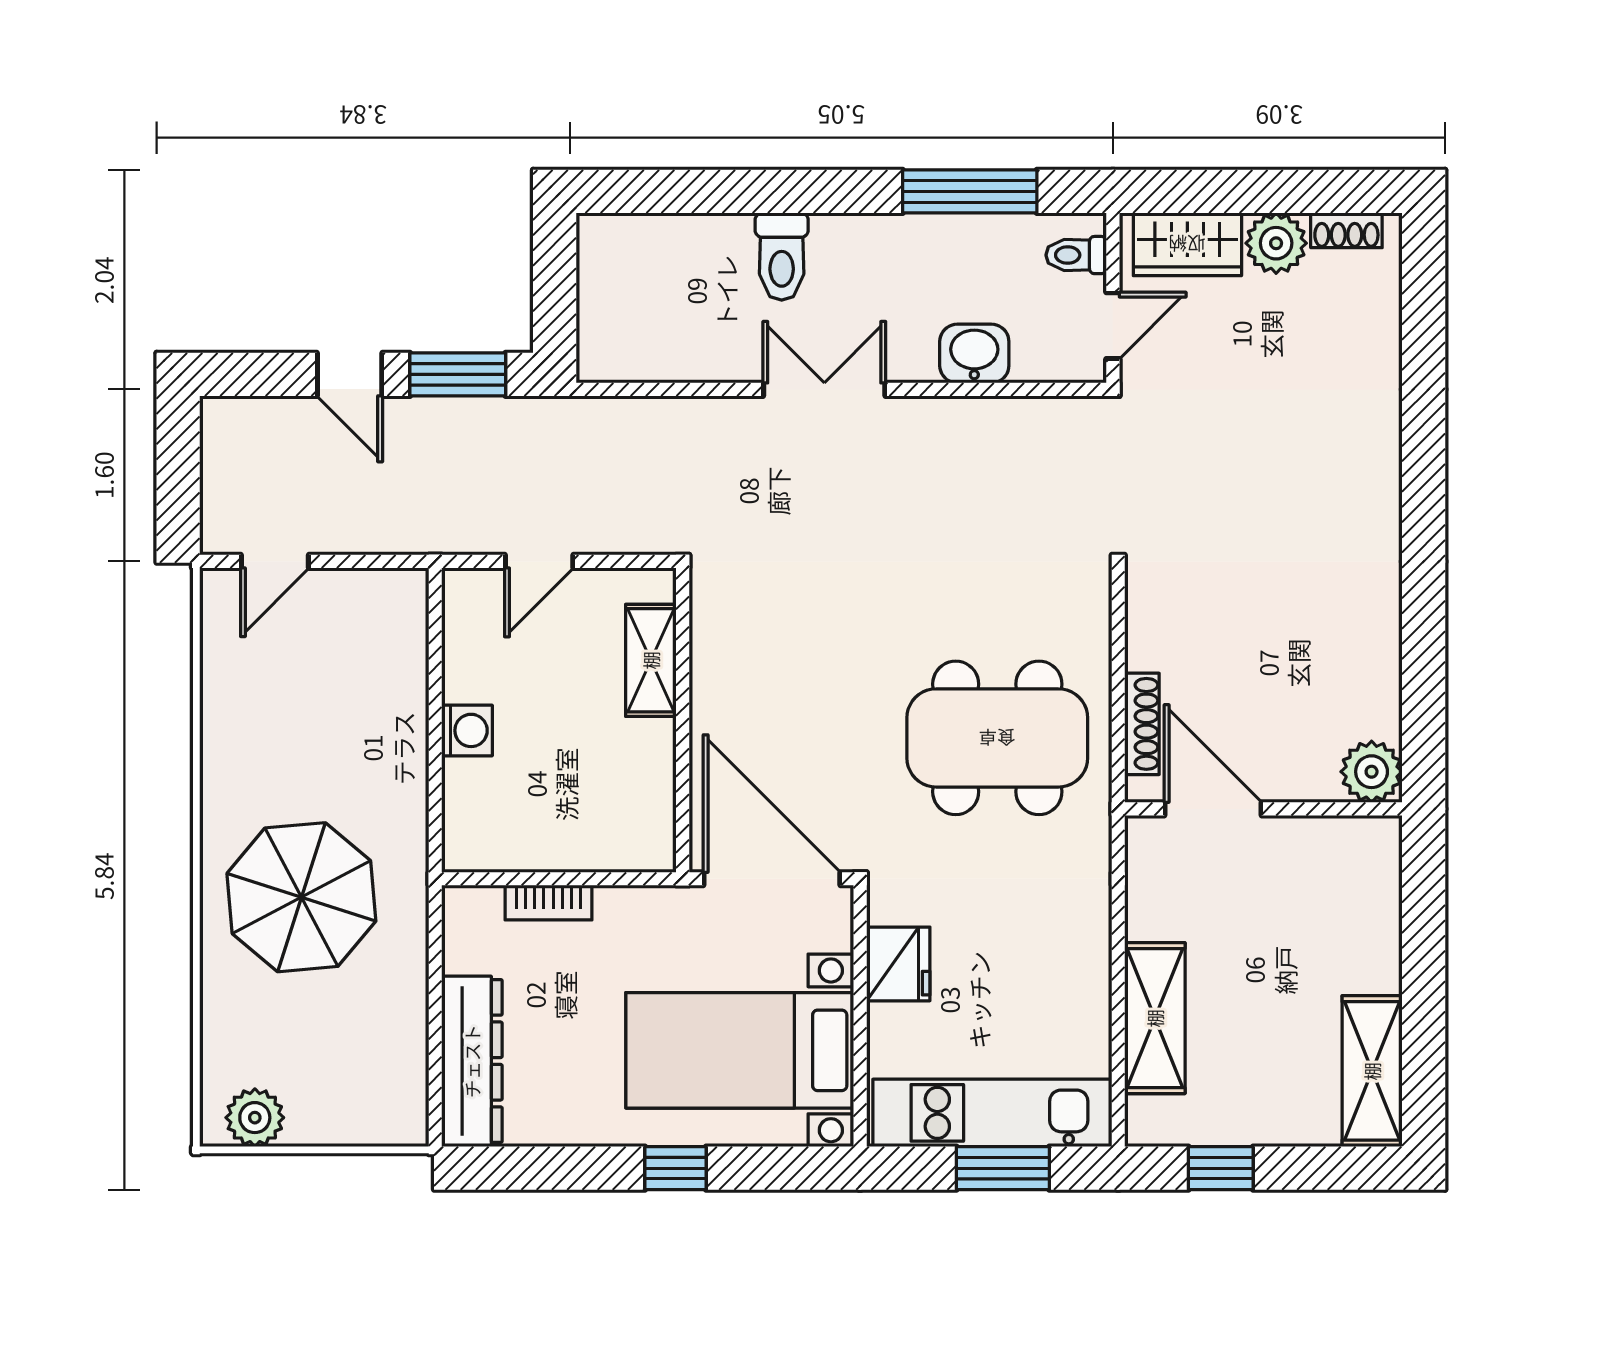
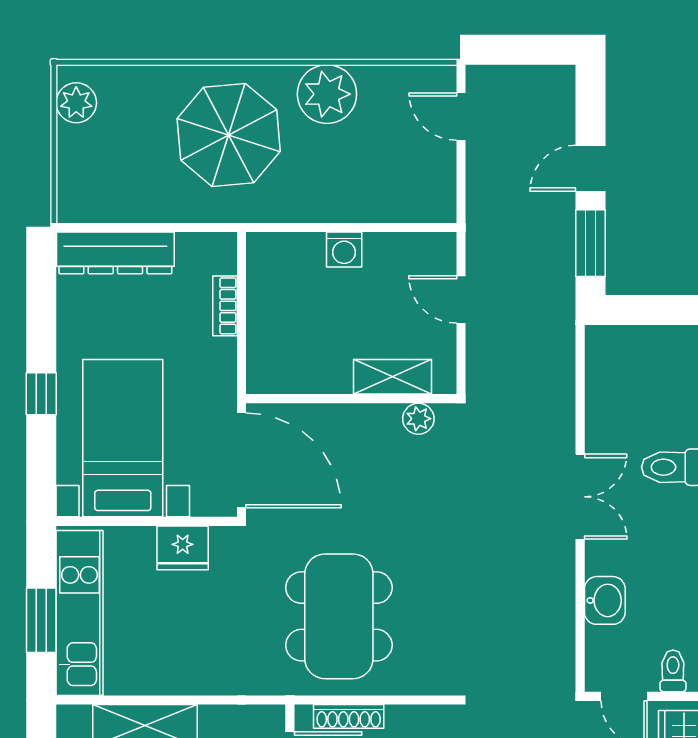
plant: (712, 623) -> (418, 419), added
plant: (242, 755) -> (327, 94), added
door: (772, 879) -> (241, 460), hinge flipped

